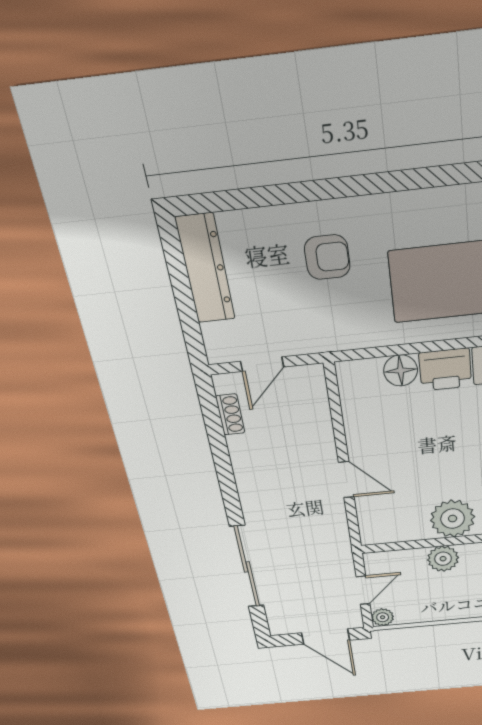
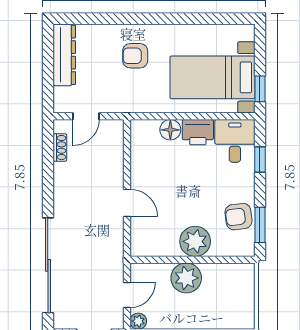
armchair: (327, 257) -> (135, 56), turned 180
plant: (443, 559) -> (186, 278), width x1.36, depth x1.36
sliding door: (247, 567) -> (48, 265), width x1.36

